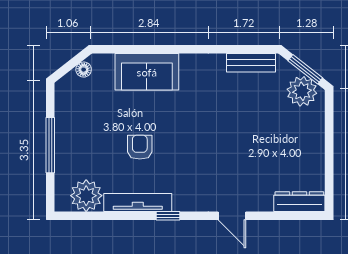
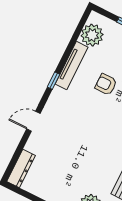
armchair: (140, 147) -> (106, 84), turned 180

